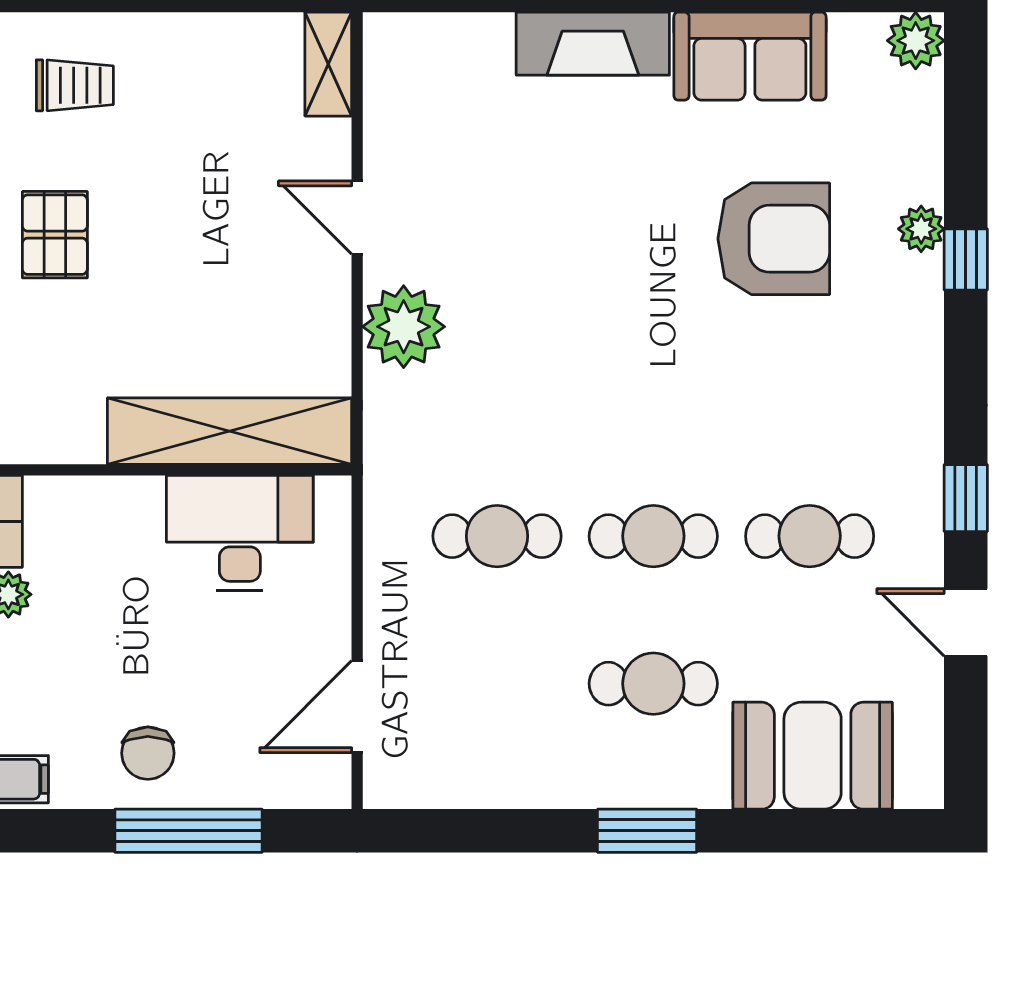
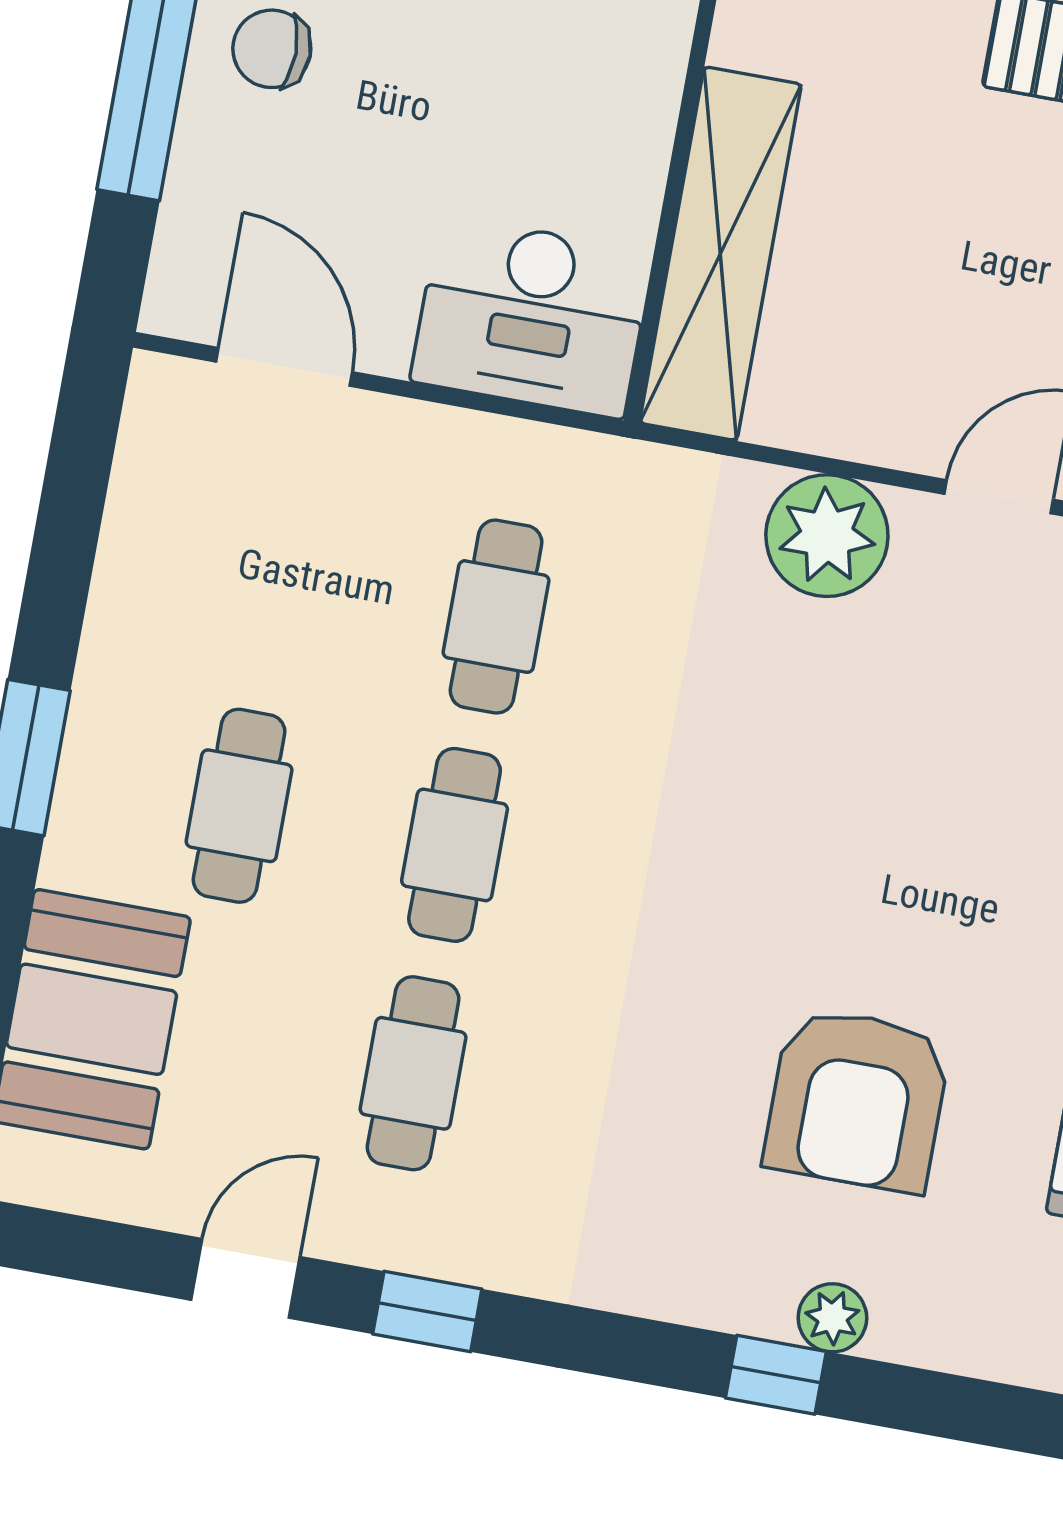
desk: (240, 533) -> (532, 317), moved, turned 90

